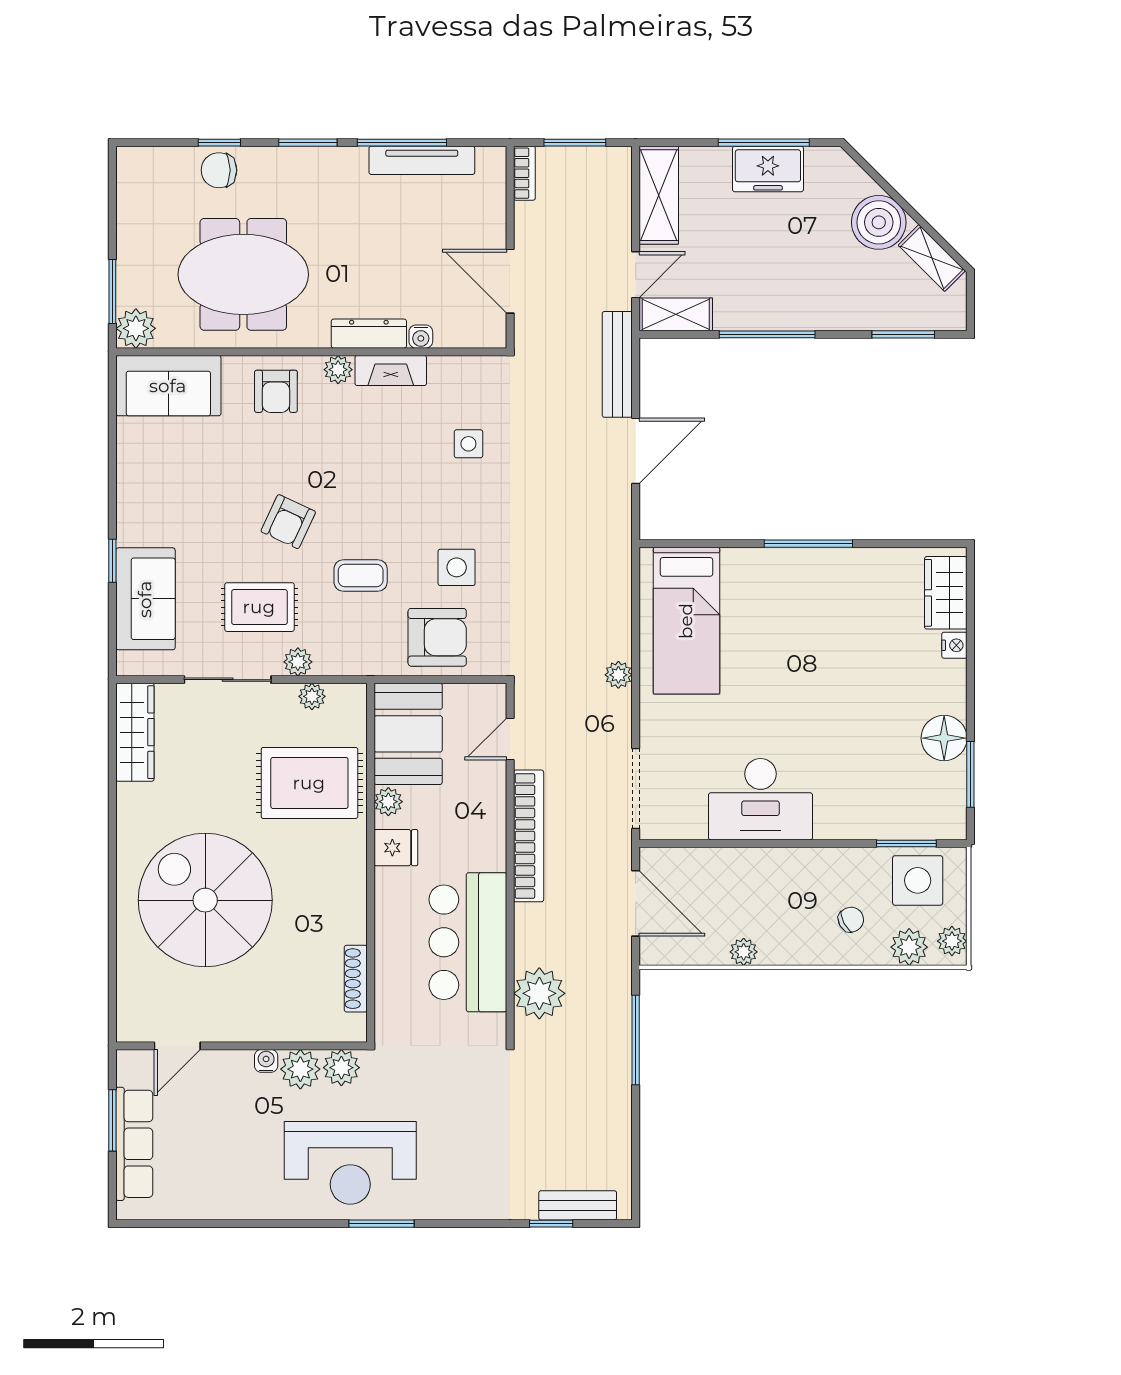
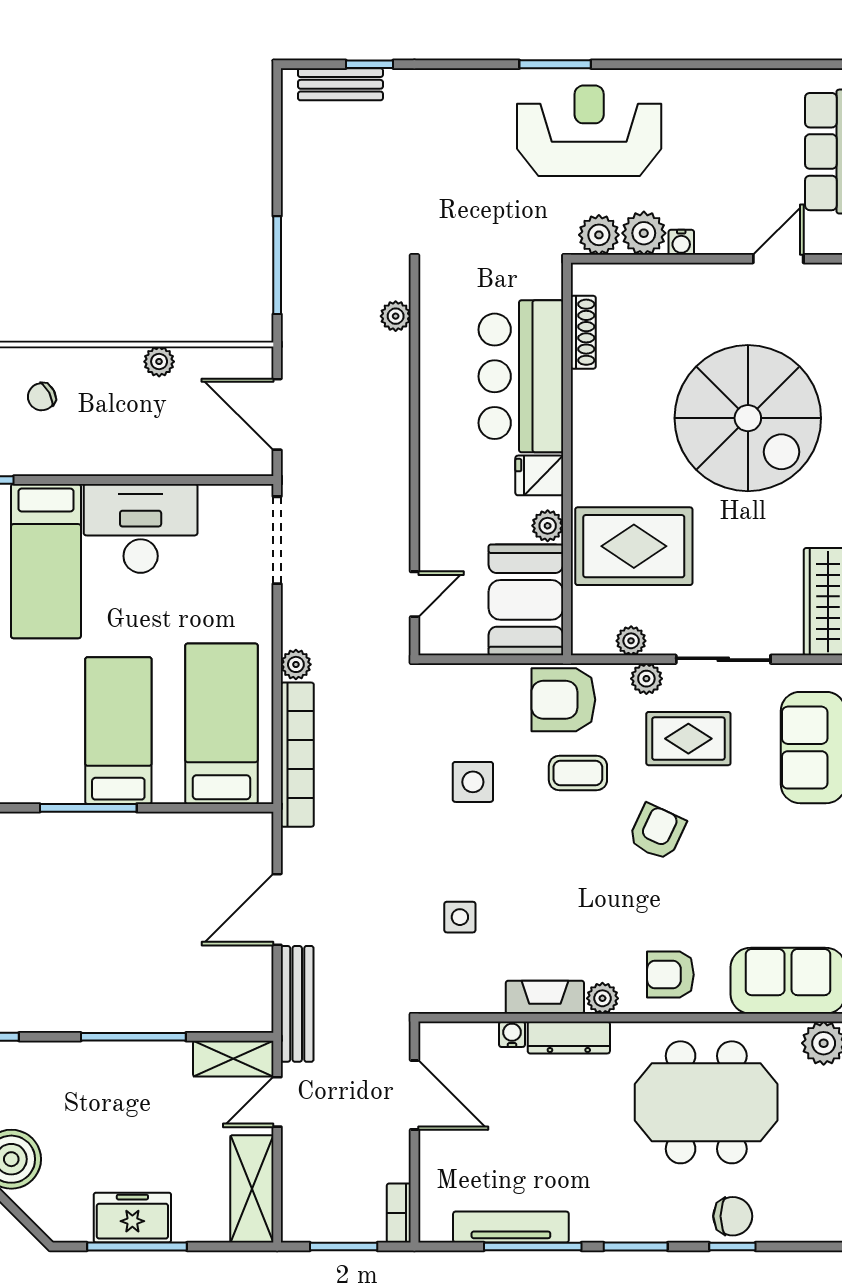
armchair: (276, 391) -> (670, 975), turned -90
bed: (781, 614) -> (118, 731), added
armchair: (437, 637) -> (563, 700), moved
bed: (847, 769) -> (46, 561), added
bookcase: (529, 836) -> (297, 755), moved, turned 180
bar counter: (468, 942) -> (521, 376), moved, turned 180
plant: (539, 993) -> (396, 316), width x0.53, depth x0.53

